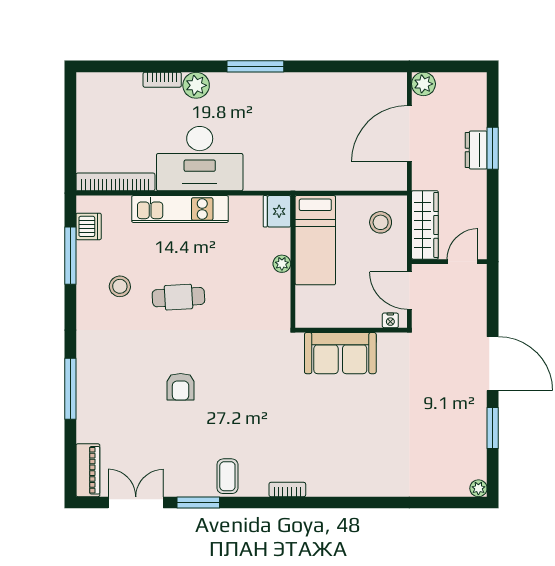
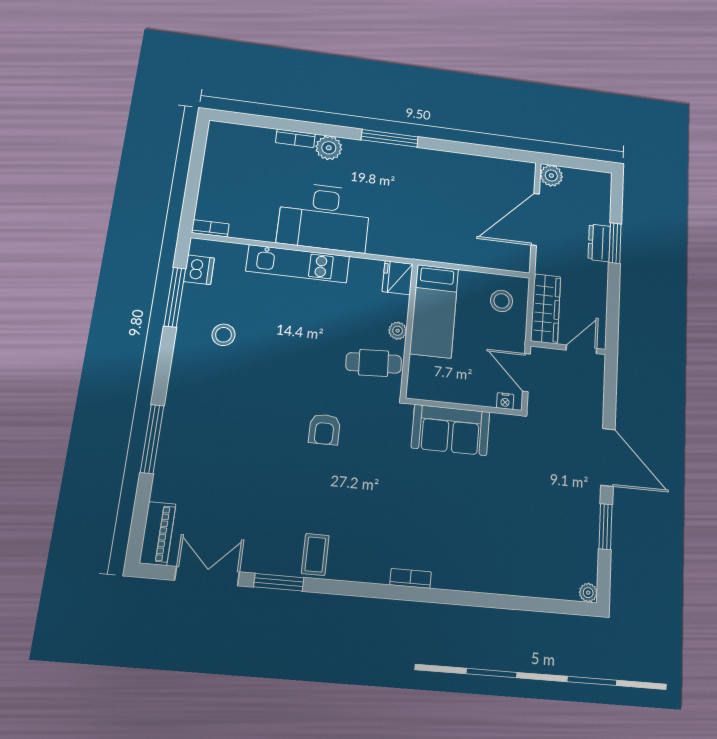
bookcase: (115, 182) -> (210, 228), width x0.43, depth x0.76
cafe table: (178, 297) -> (374, 363), moved
armchair: (181, 387) -> (324, 429), moved
bookcase: (287, 490) -> (411, 578), moved

